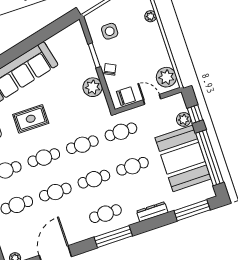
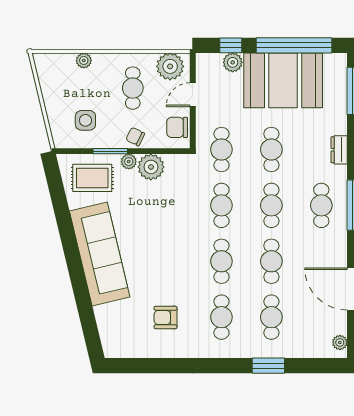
cafe table: (143, 56) -> (133, 88), added
plant: (91, 71) -> (129, 162), added
chair: (126, 96) -> (177, 127), turned -90
rug: (31, 119) -> (92, 178), moved, turned 90
dresser: (152, 212) -> (339, 150), width x0.70

